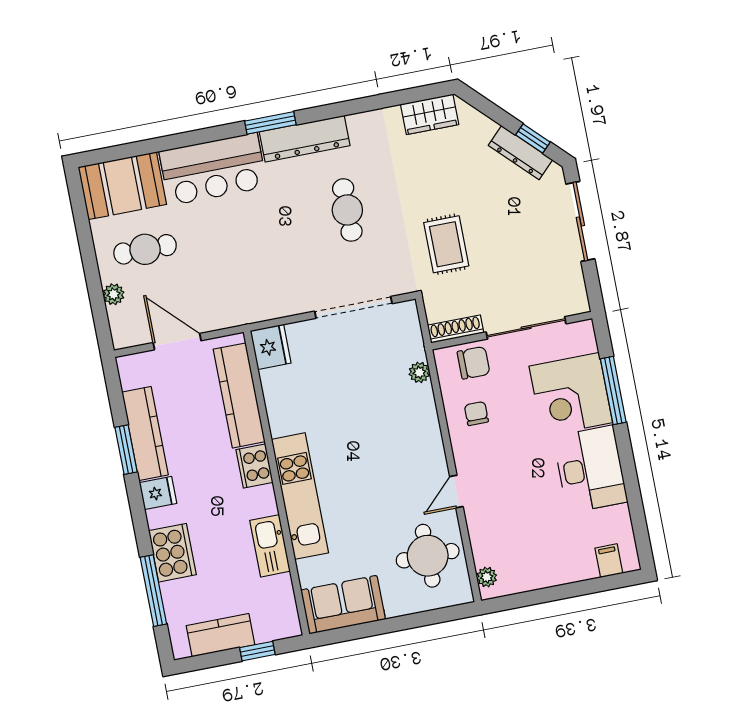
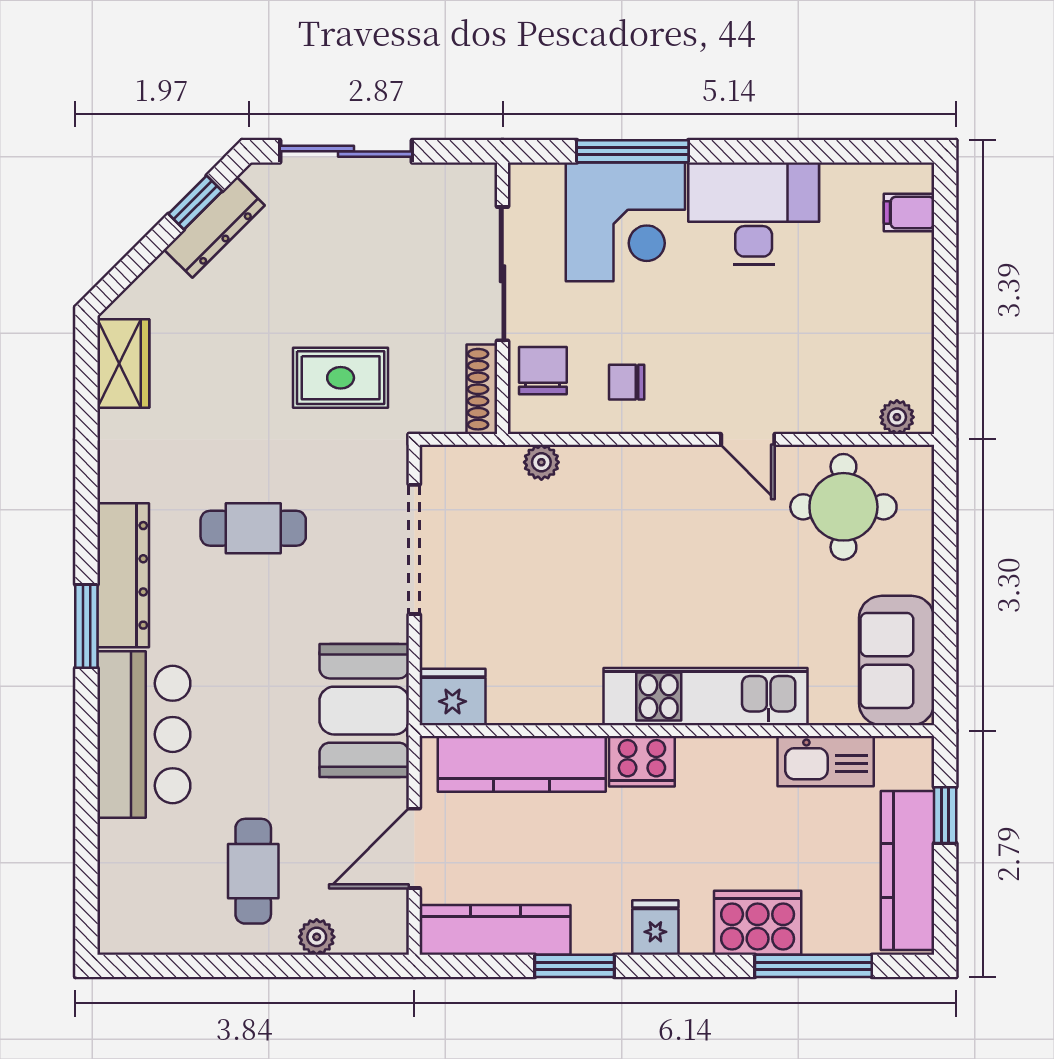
booth: (122, 186) -> (364, 711), moved
kitchen counter: (145, 433) -> (496, 930), moved
kitchen sink: (270, 546) -> (826, 761), moved
kitchen counter: (220, 635) -> (908, 870), width x1.50

